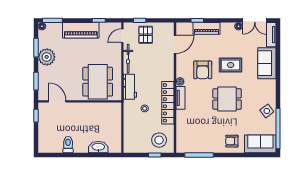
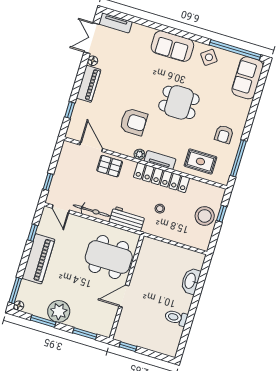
double door: (255, 20) -> (91, 38), swing flipped
piano: (207, 28) -> (89, 84), moved
pallet: (146, 35) -> (110, 166), moved
sofa: (267, 63) -> (172, 46), moved
rug: (231, 65) -> (200, 161), moved, turned 90
dining table: (227, 99) -> (179, 102), turned 90
door: (57, 101) -> (124, 296), moved
stool: (159, 140) -> (205, 216), moved
armchair: (232, 141) -> (224, 134), moved

